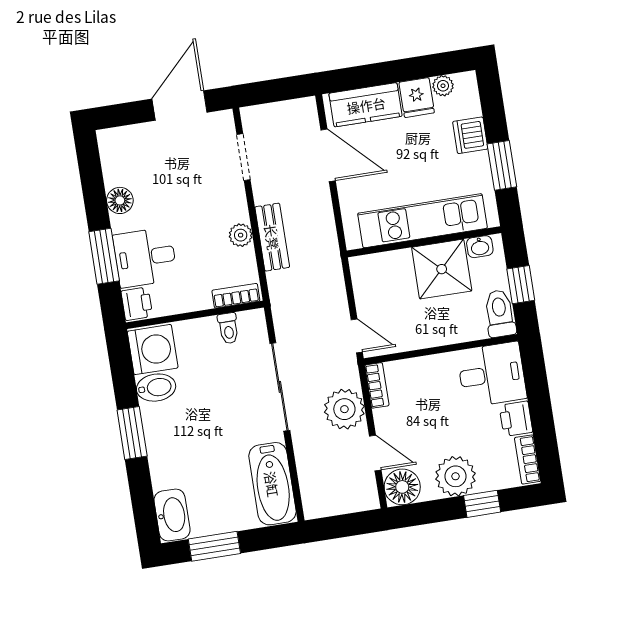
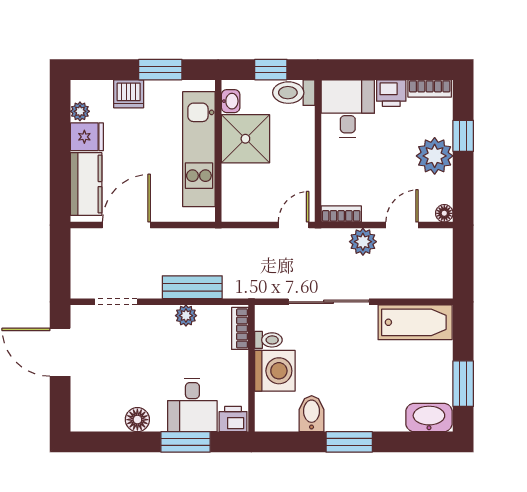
washing machine: (153, 350) -> (275, 371), moved, turned 90
plant: (344, 409) -> (363, 242), width x0.73, depth x0.73
floor lamp: (402, 487) -> (444, 213), width x0.53, depth x0.53

